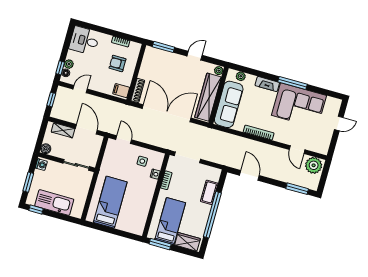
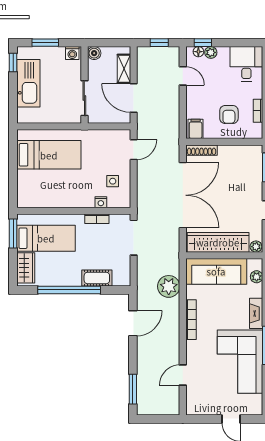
armchair: (118, 63) -> (229, 115), turned 180
door: (86, 129) -> (134, 98), swing flipped
plant: (314, 165) -> (169, 286), moved

